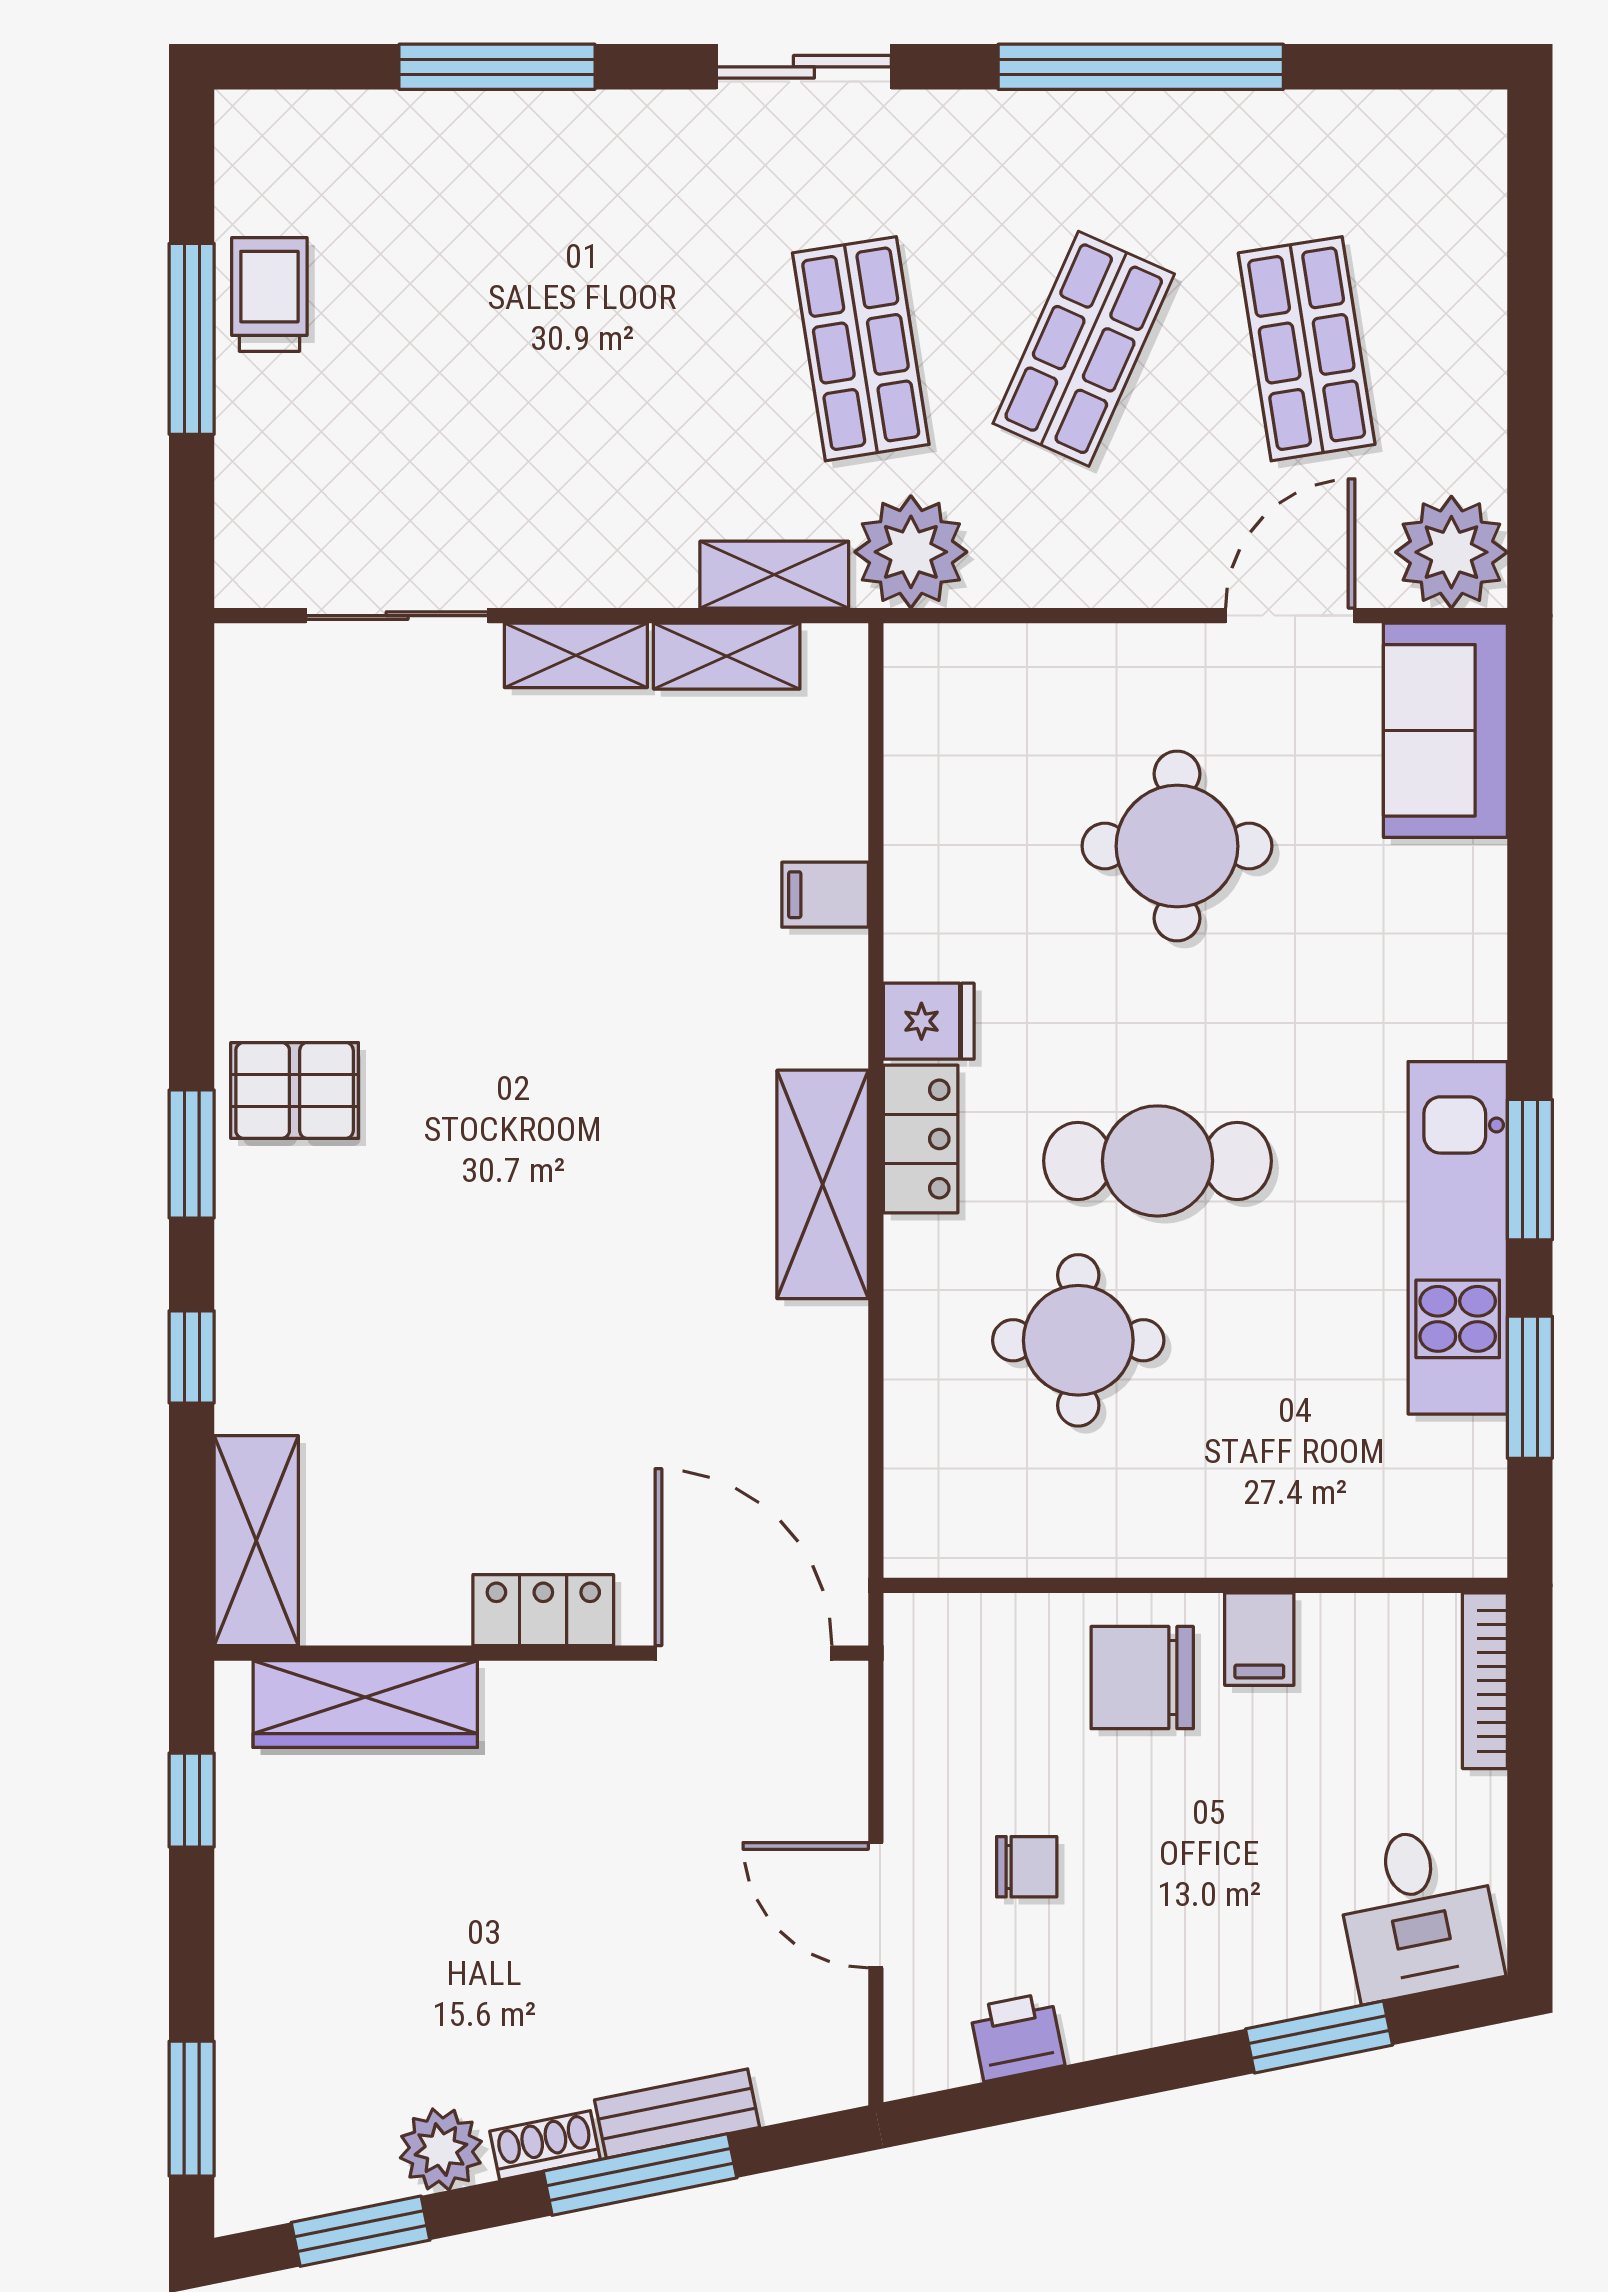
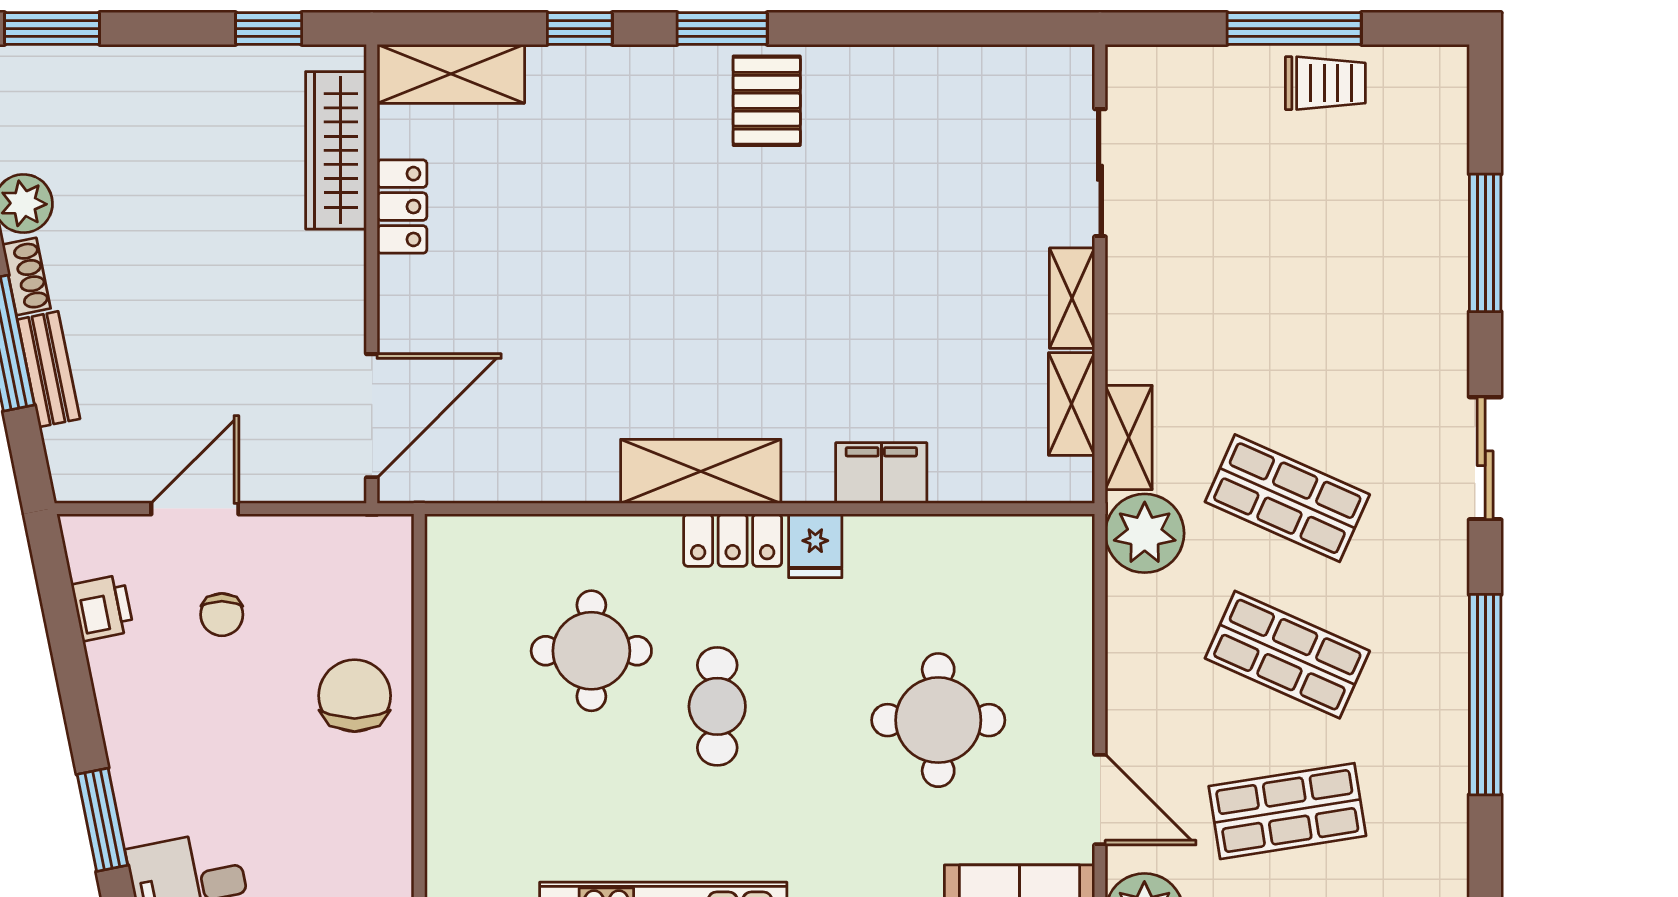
shop shelf: (861, 349) -> (1287, 498), turned 33
filing cabinet: (825, 895) -> (881, 473), width x2.00
cafe table: (1158, 1161) -> (717, 706), width x0.73, depth x0.74
locker: (543, 1610) -> (402, 207), moved
filing cabinet: (1259, 1639) -> (382, 778), removed

